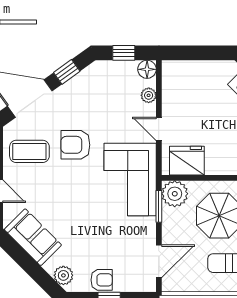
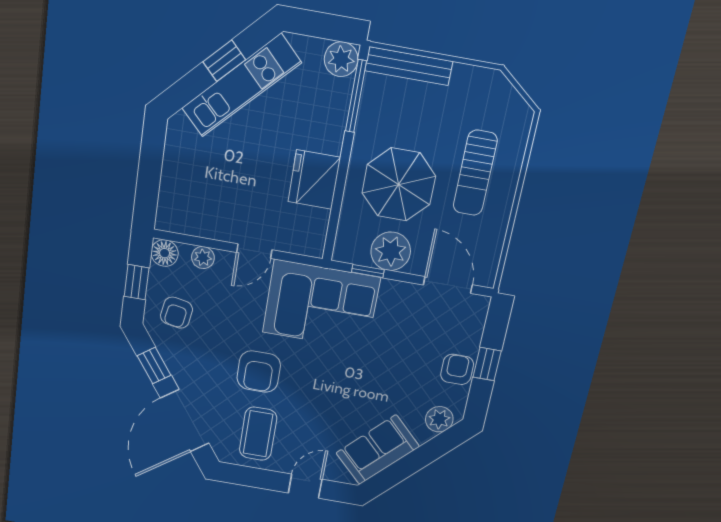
armchair: (107, 83) -> (177, 313), added
fridge: (187, 161) -> (314, 180), moved
plant: (175, 194) -> (391, 251), moved
window: (159, 206) -> (368, 271), width x0.67

